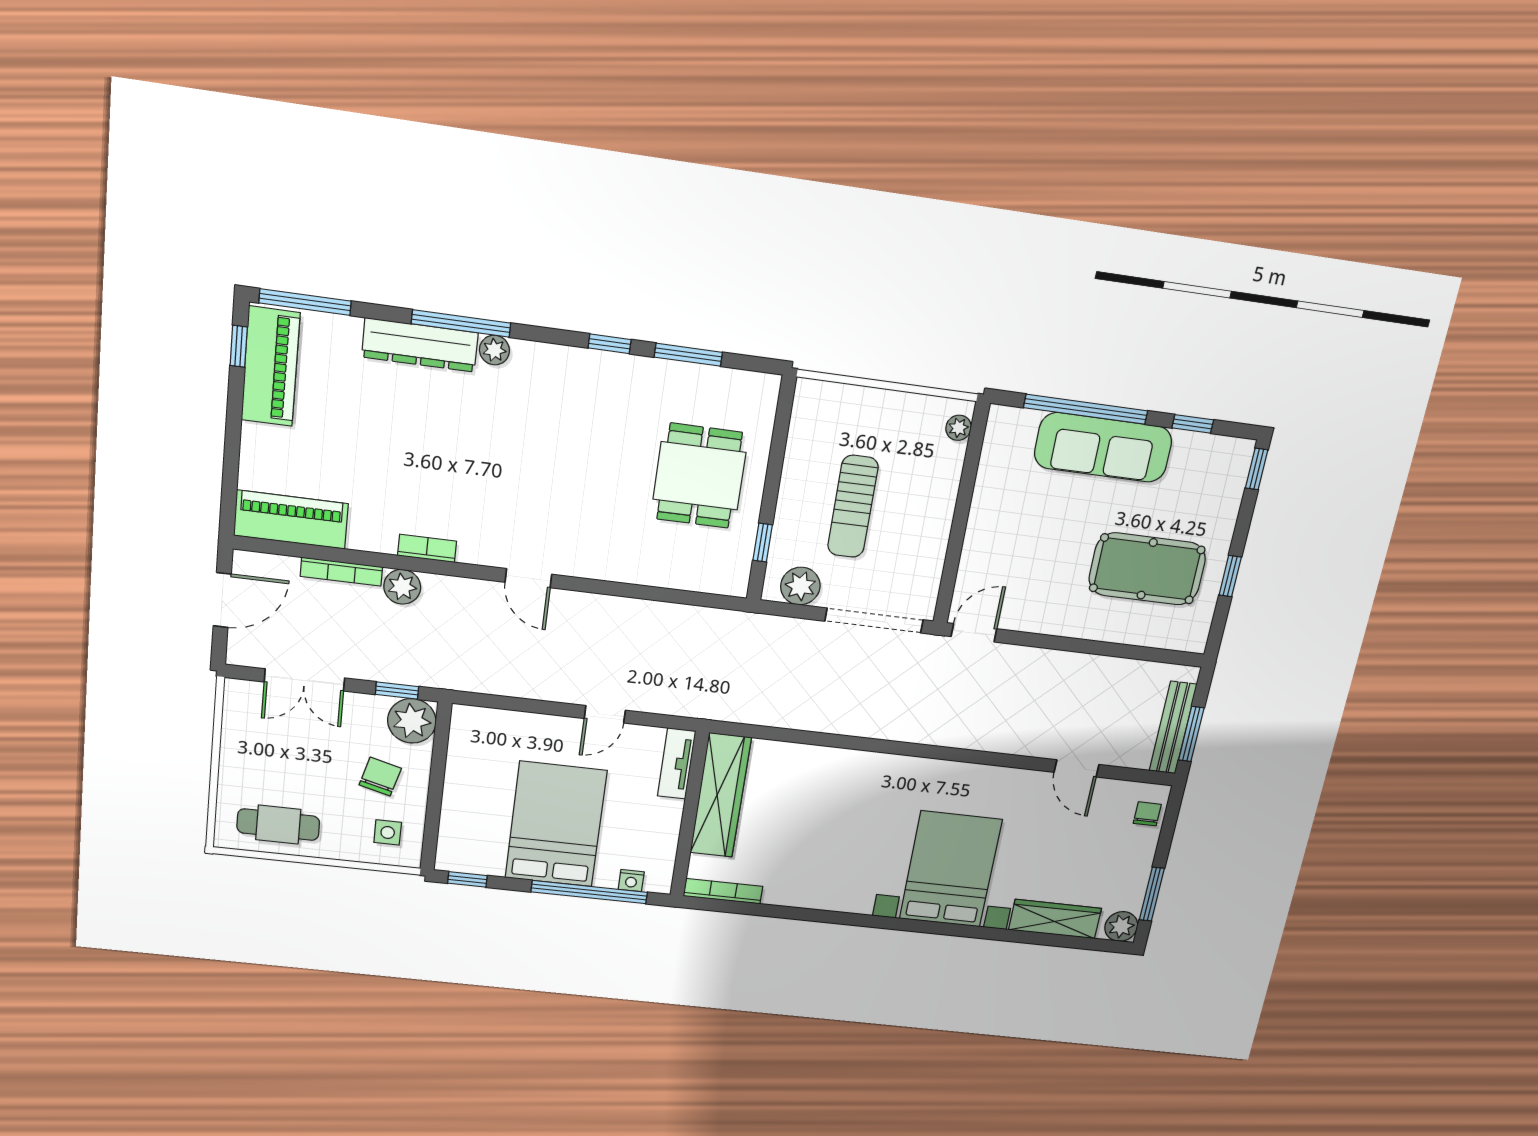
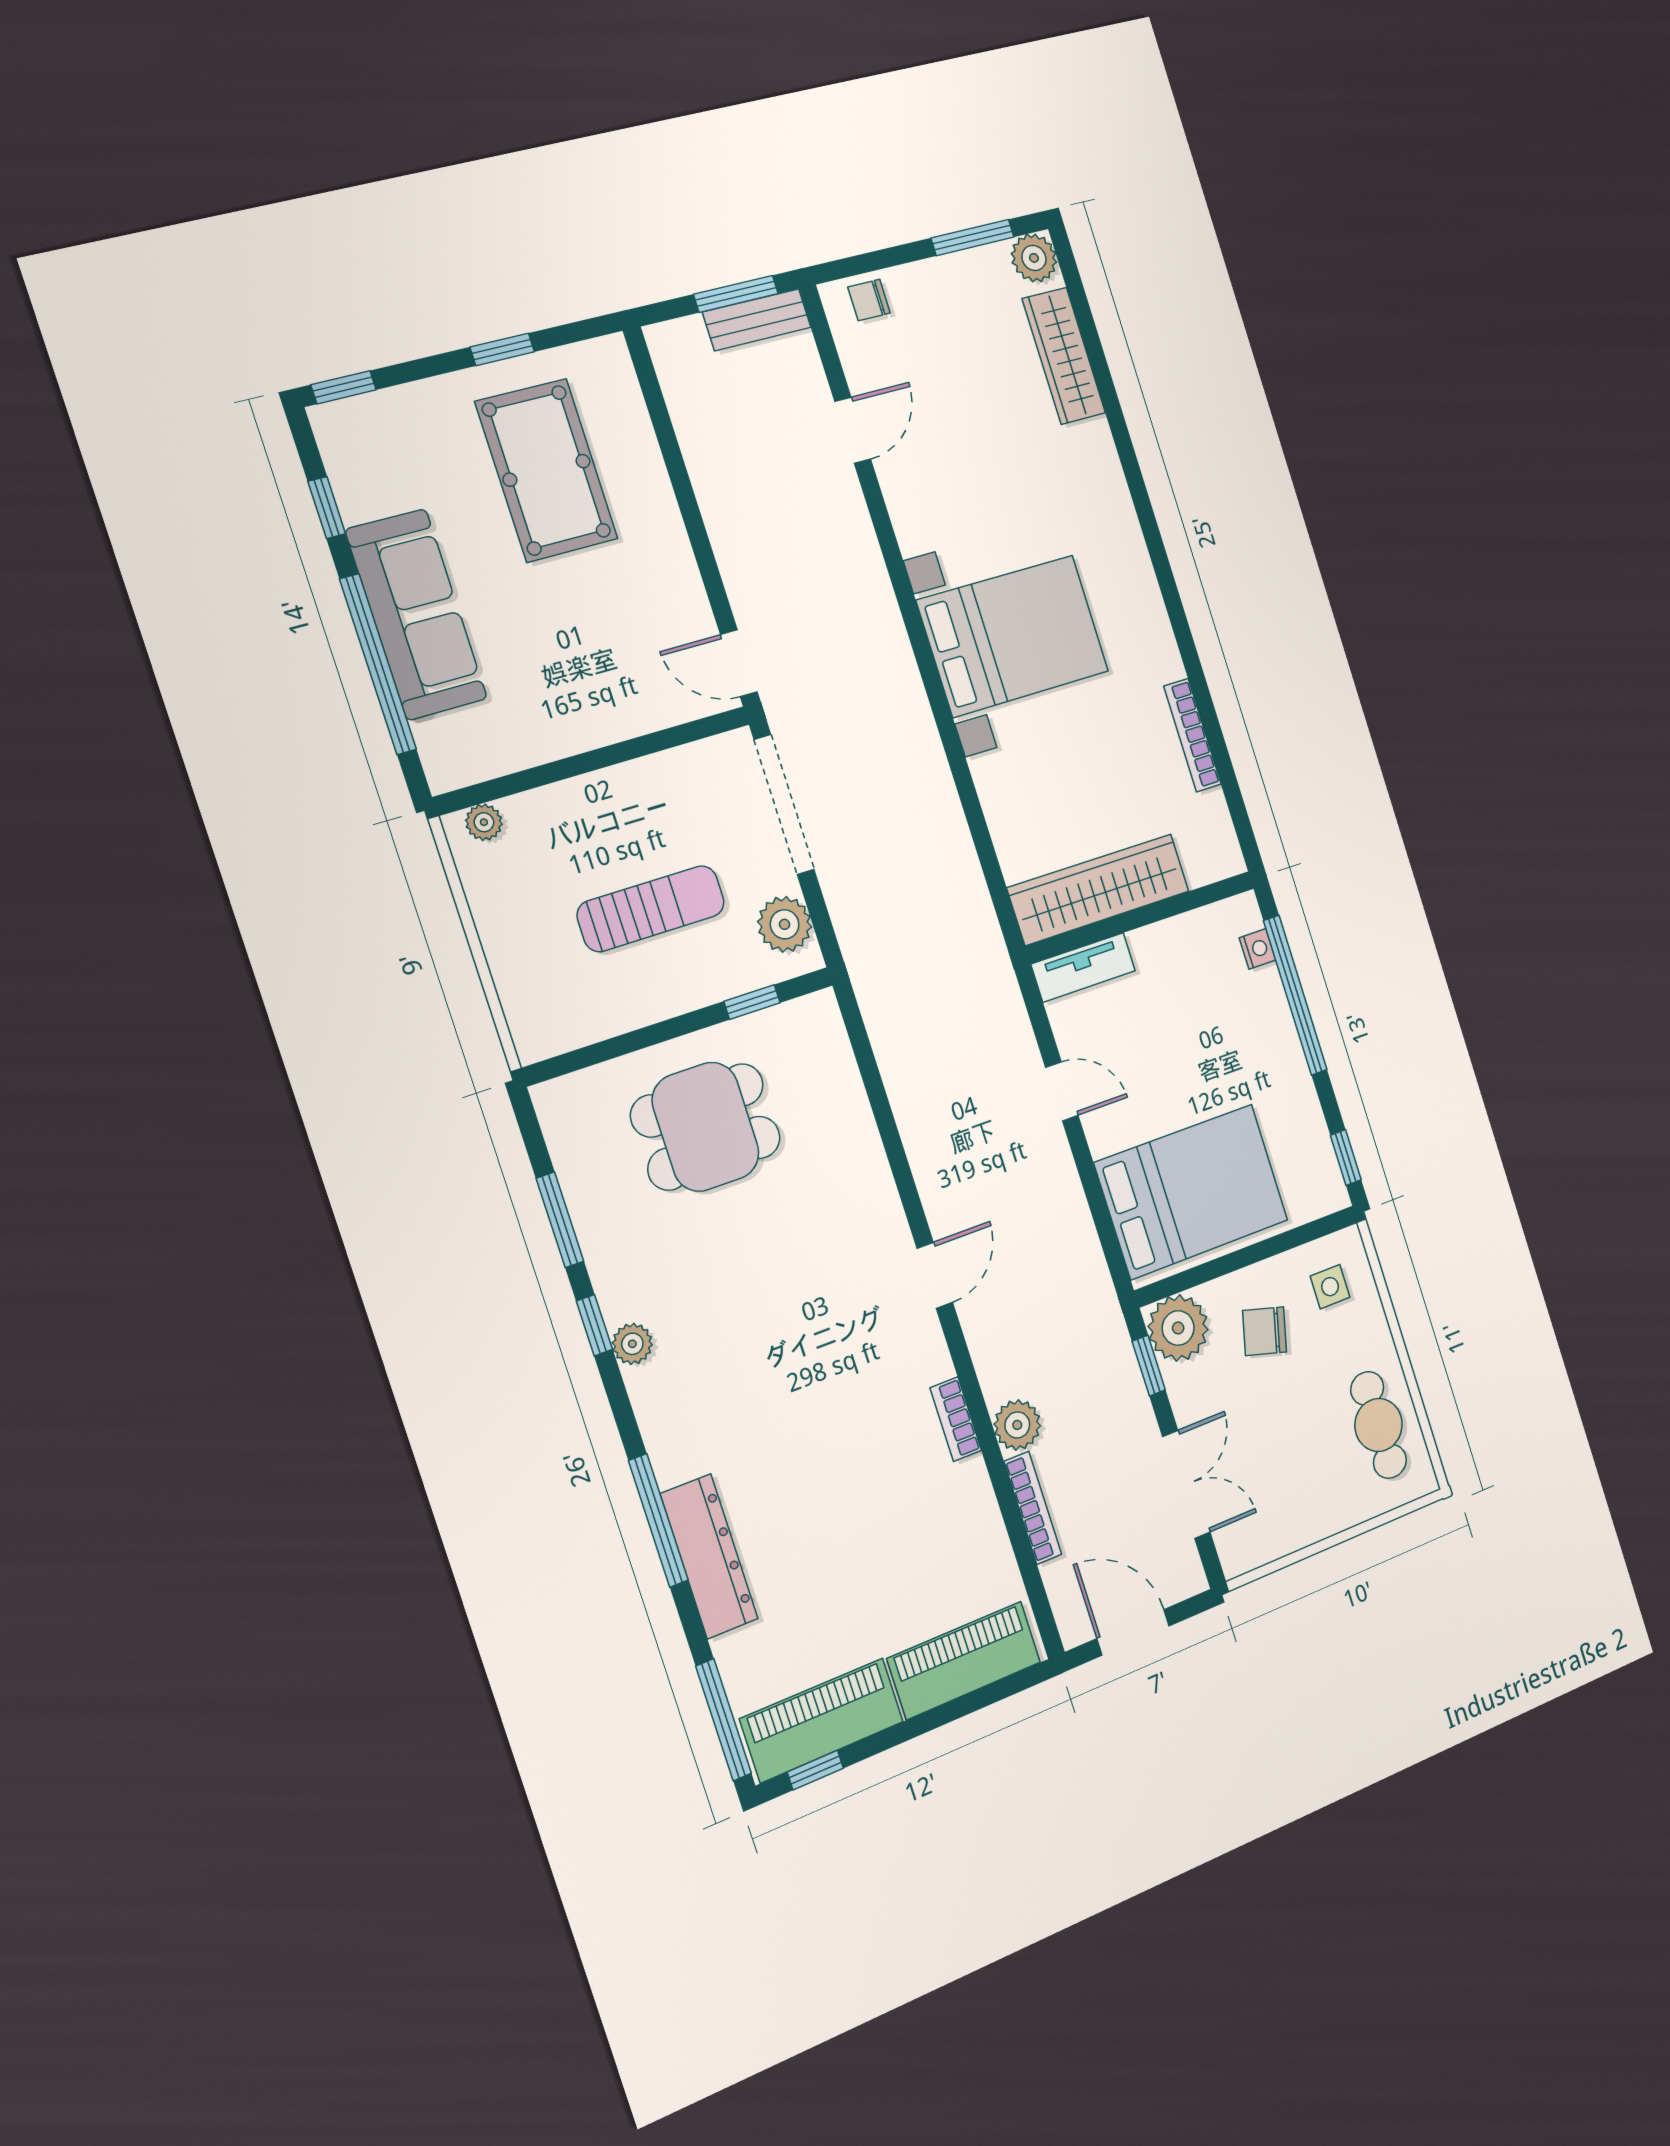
plant: (494, 350) -> (632, 1344), moved
piano: (291, 520) -> (964, 1660), moved, turned 90
bench: (1173, 728) -> (757, 320), width x0.73
bed: (556, 824) -> (1192, 1192), moved, turned 180
bed with nightstands: (951, 869) -> (1013, 636), moved, turned 180
bookcase: (723, 891) -> (1192, 735), moved

